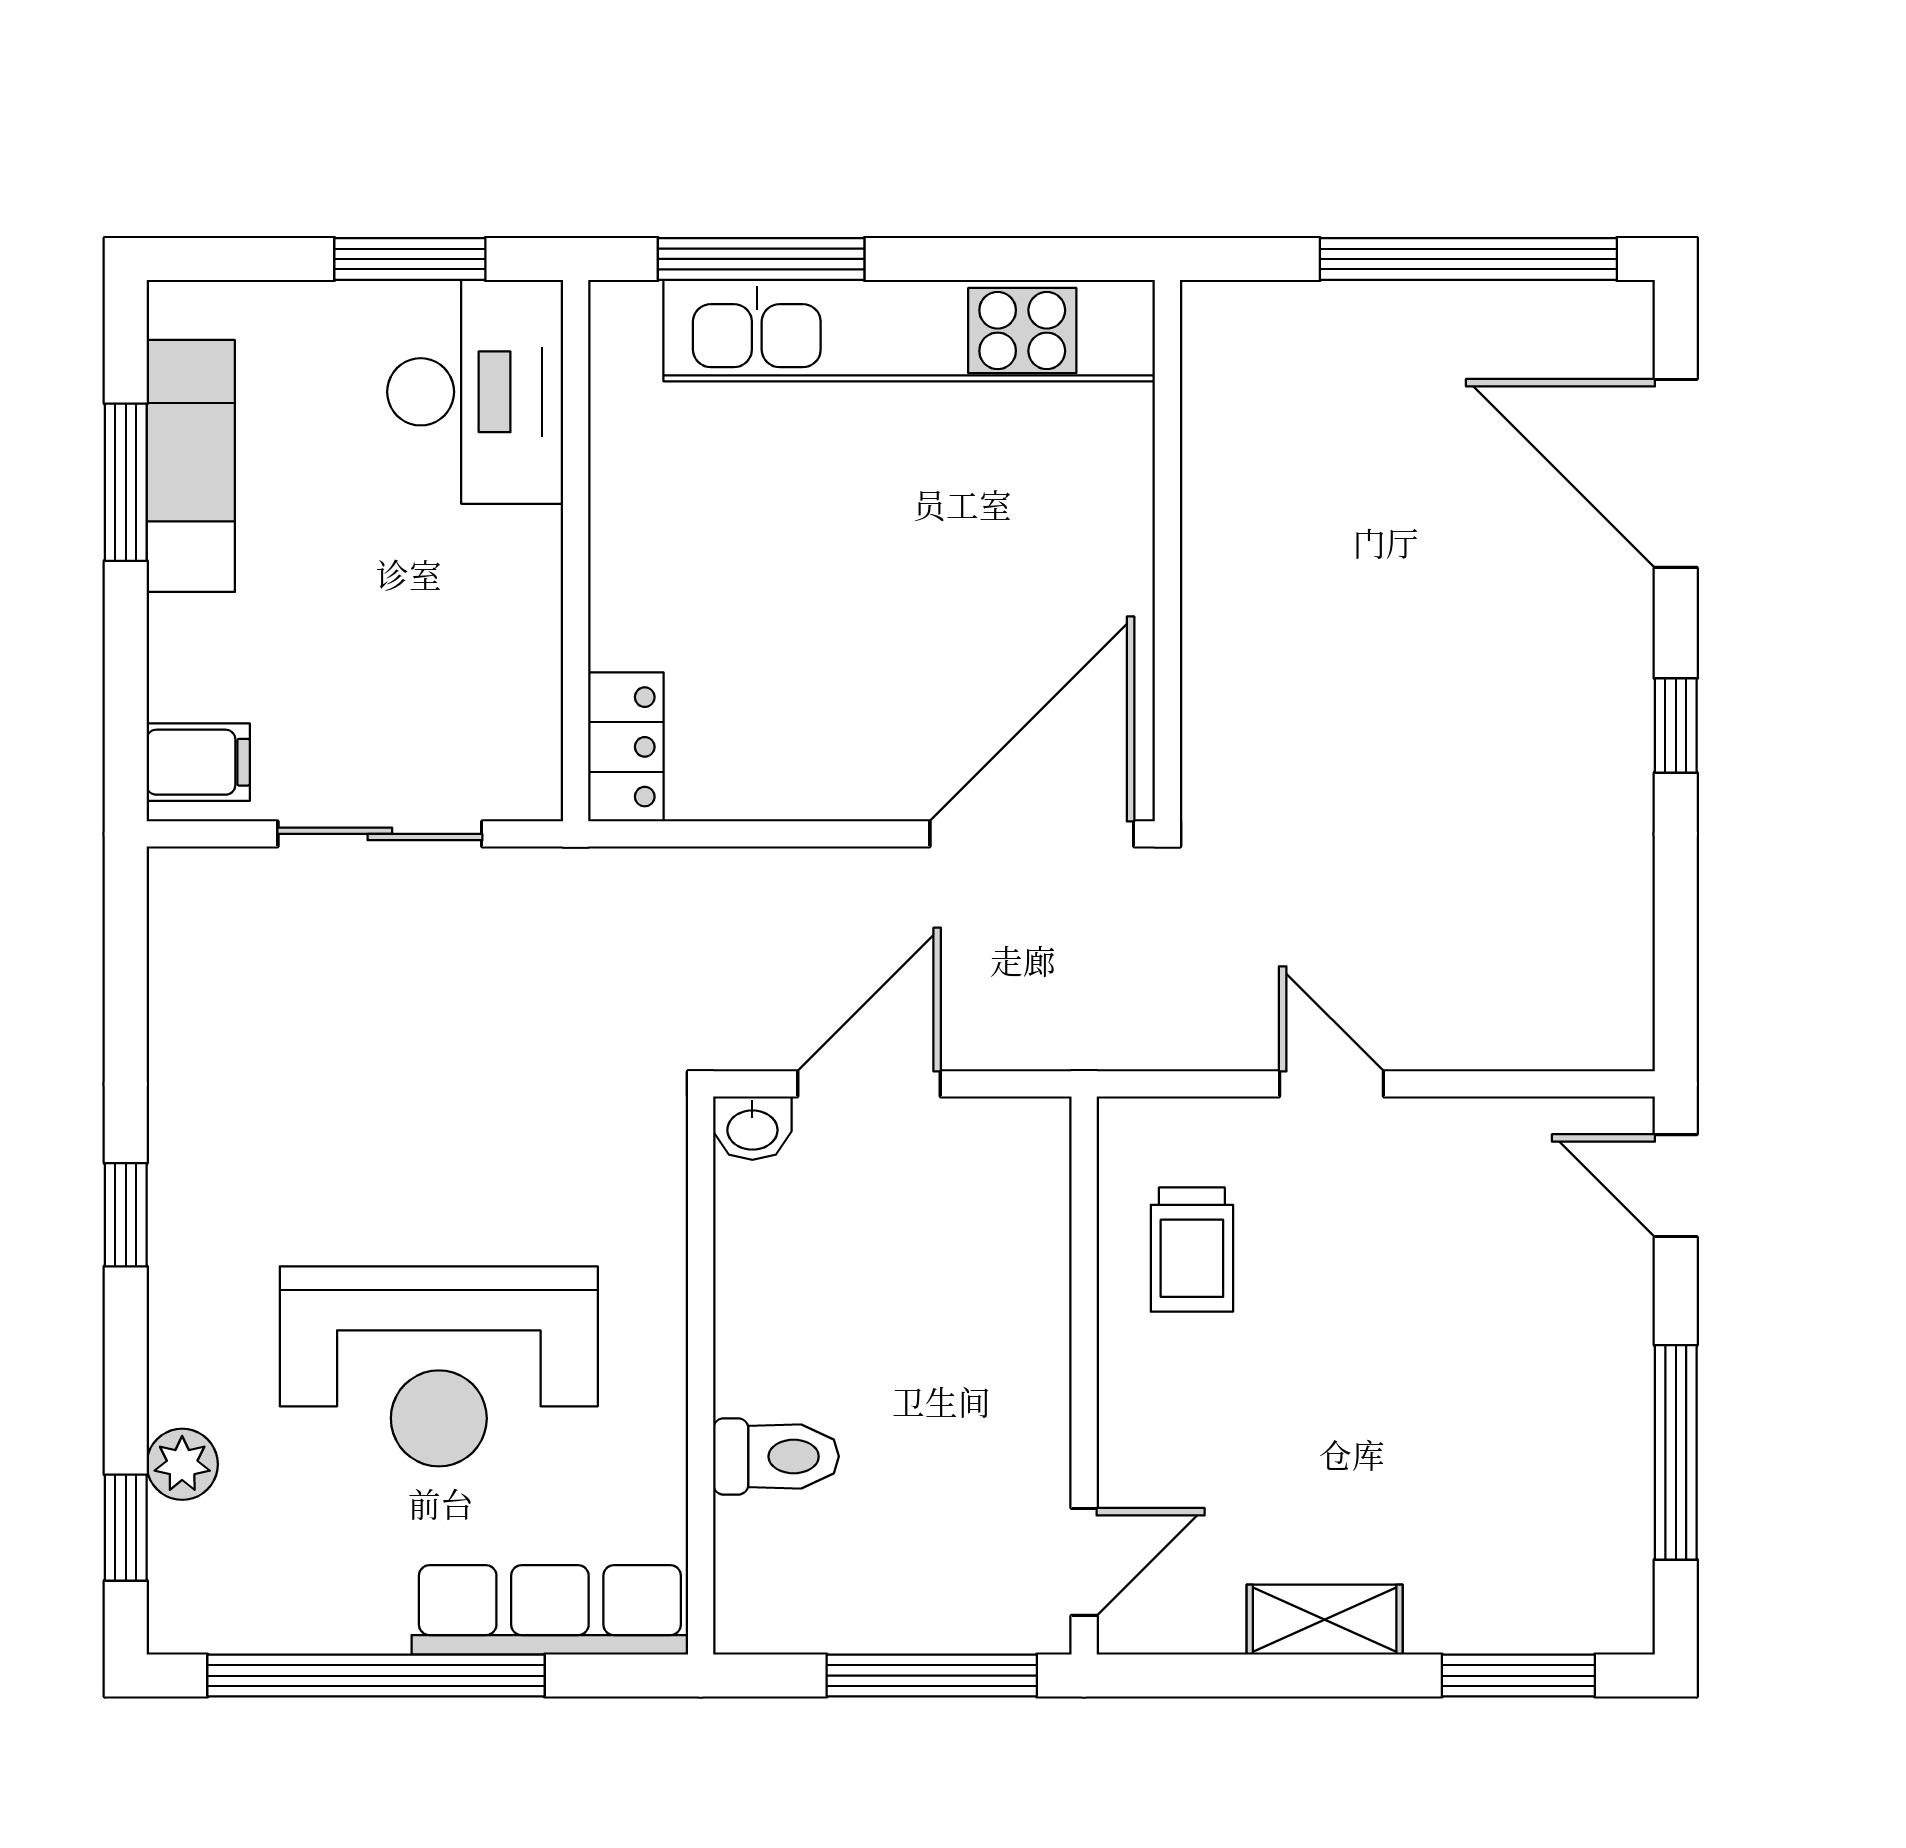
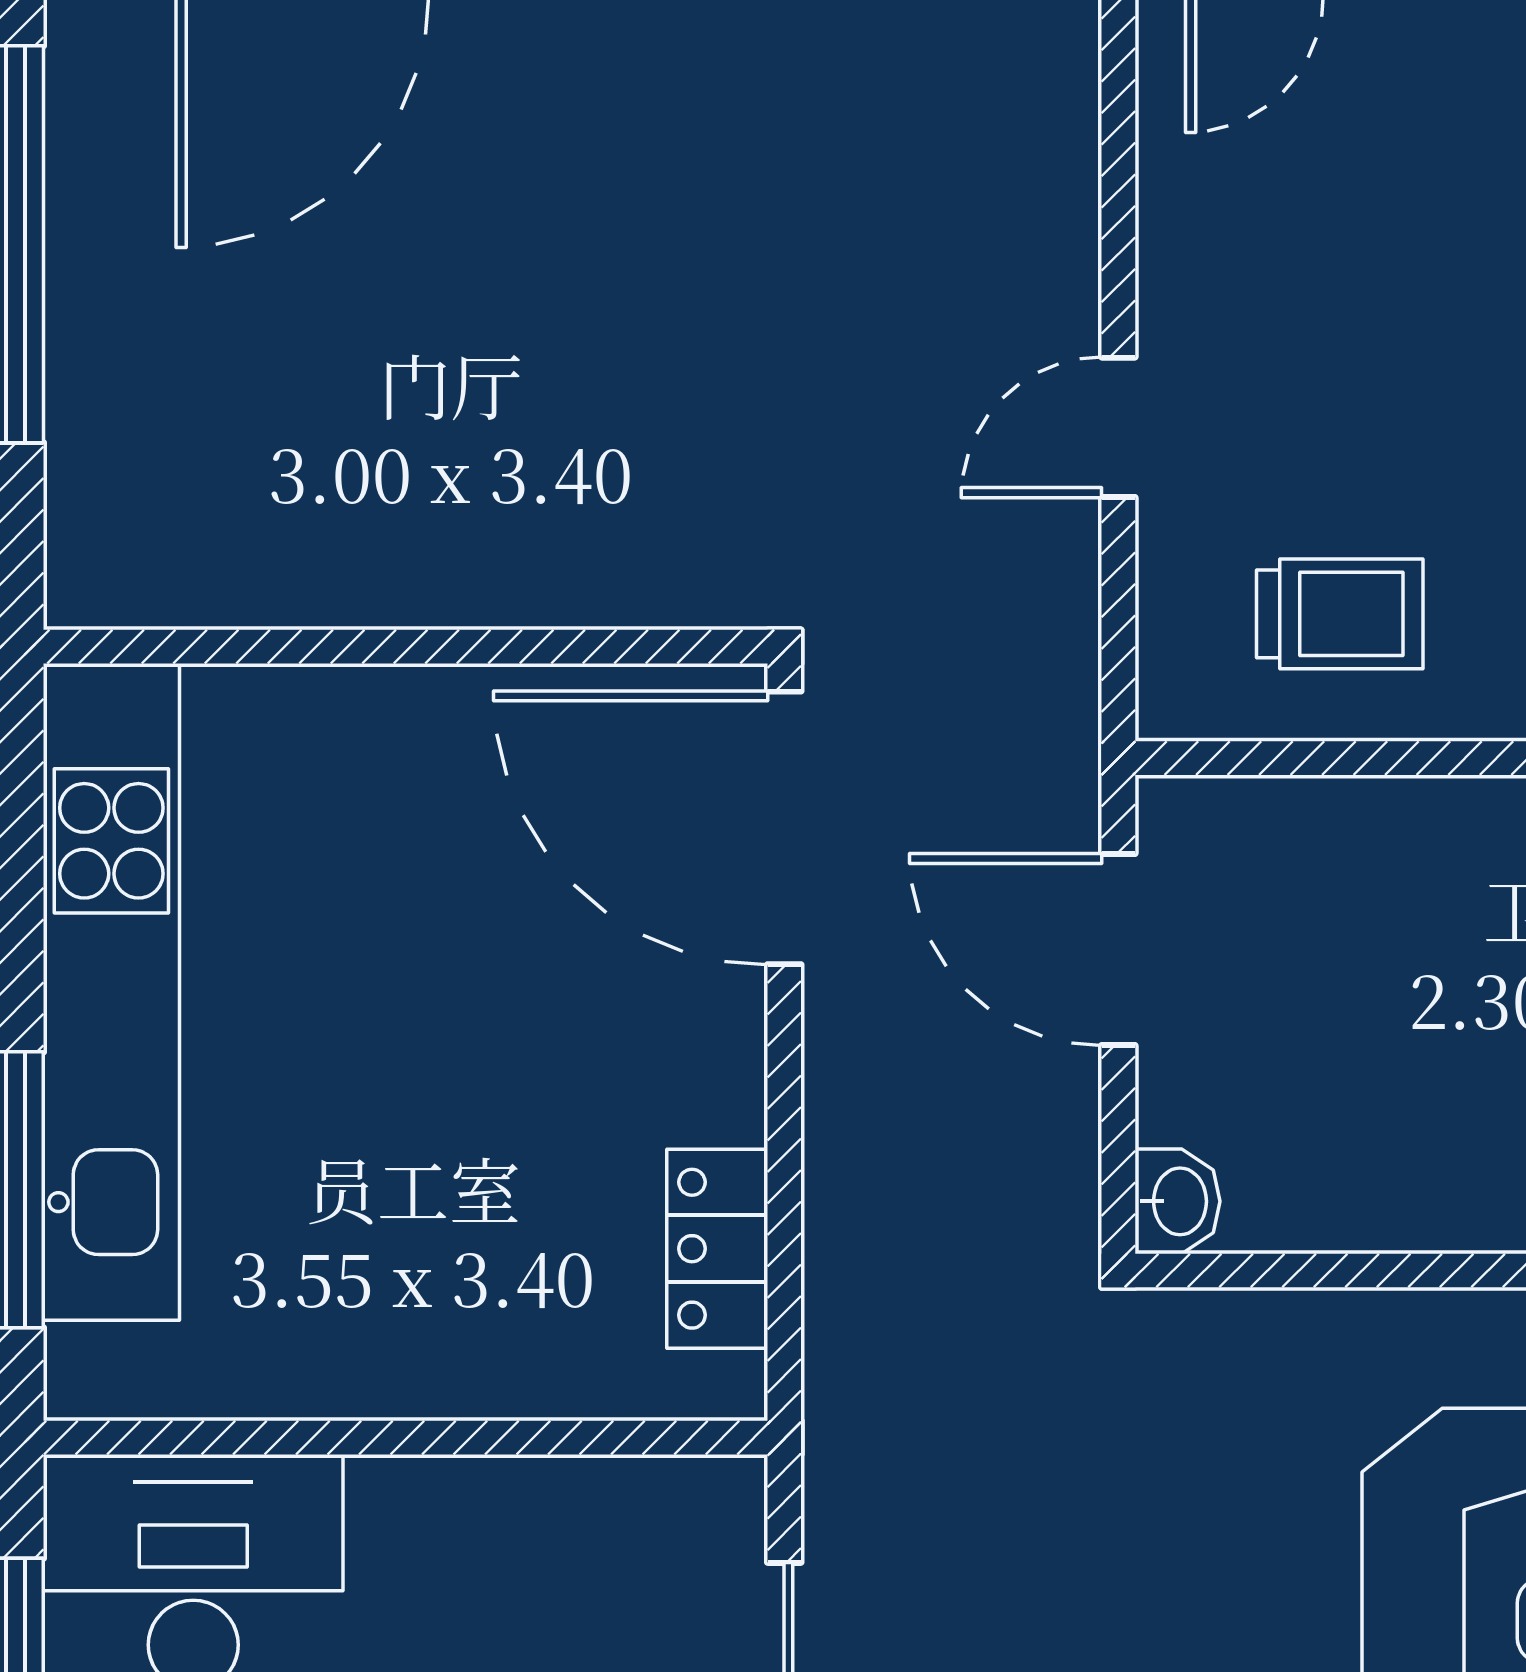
locker: (626, 747) -> (717, 1249), moved, turned -90
door: (869, 1084) -> (1118, 950), moved

